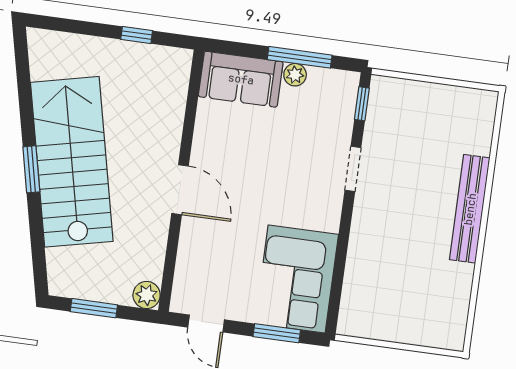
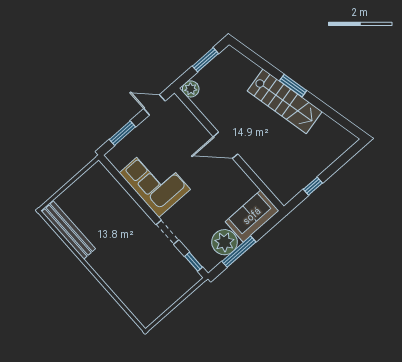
plant: (295, 75) -> (224, 242), width x1.88, depth x1.88
stairs: (72, 162) -> (285, 101), width x0.73, depth x0.66
bench: (470, 209) -> (69, 230), moved
corner sofa: (297, 279) -> (155, 181), moved

